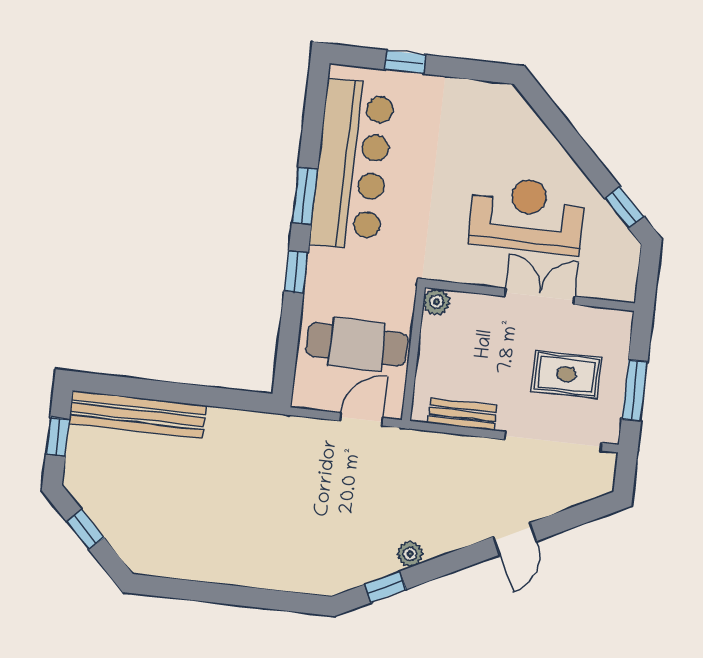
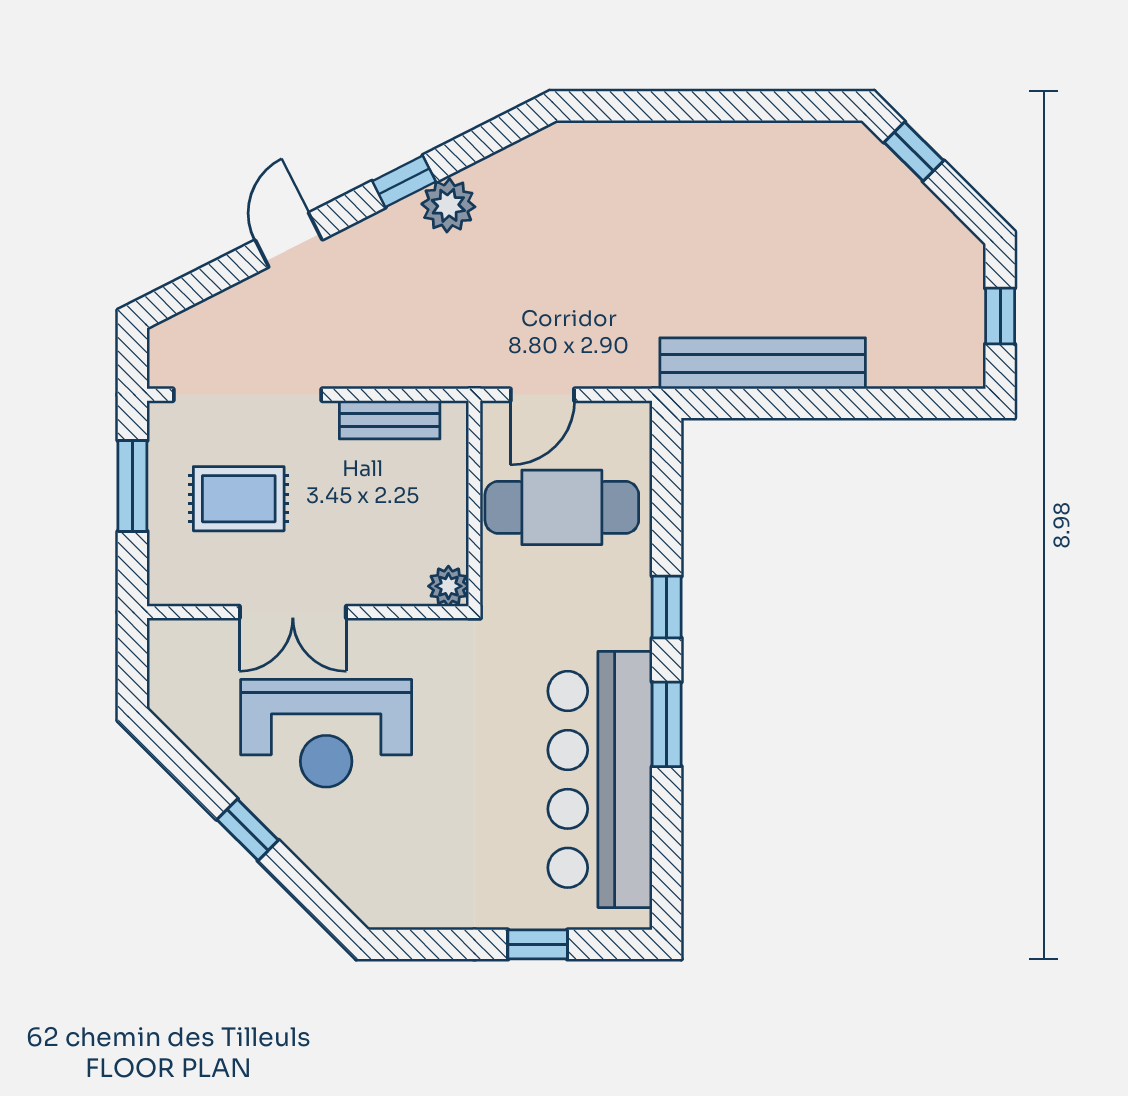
window: (624, 207) -> (248, 830), moved
bench: (137, 415) -> (763, 363), moved
window: (85, 529) -> (914, 152), moved
plant: (410, 554) -> (448, 205), width x1.38, depth x1.38
window: (385, 587) -> (404, 181), moved

